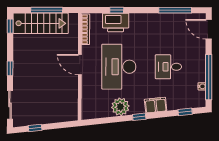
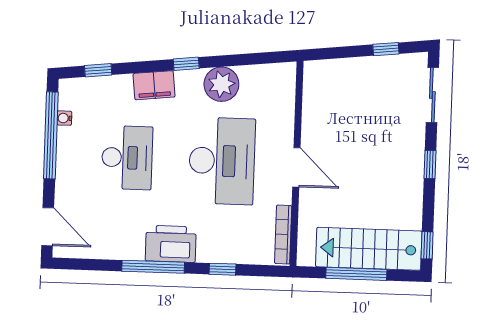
window: (175, 10) -> (153, 267), moved
printer: (116, 22) -> (171, 244), moved
desk: (168, 67) -> (127, 158), width x1.37

